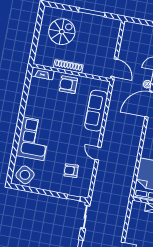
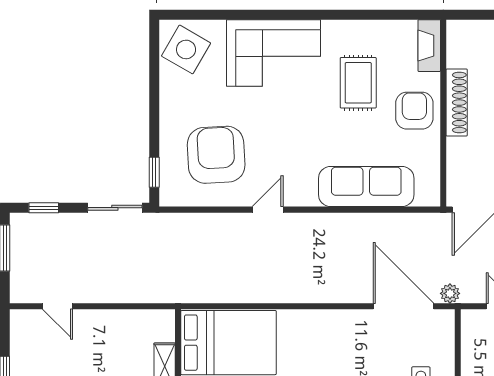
rug: (52, 106) -> (358, 83), added
armchair: (71, 171) -> (216, 155), width x1.88, depth x1.88

